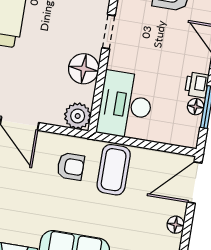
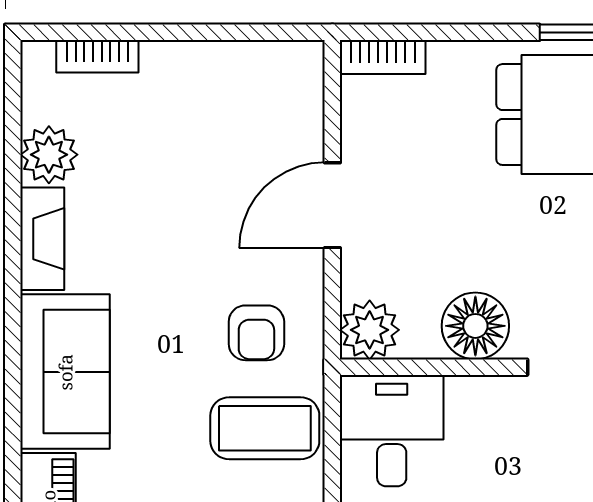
desk: (125, 105) -> (392, 431), width x0.73

